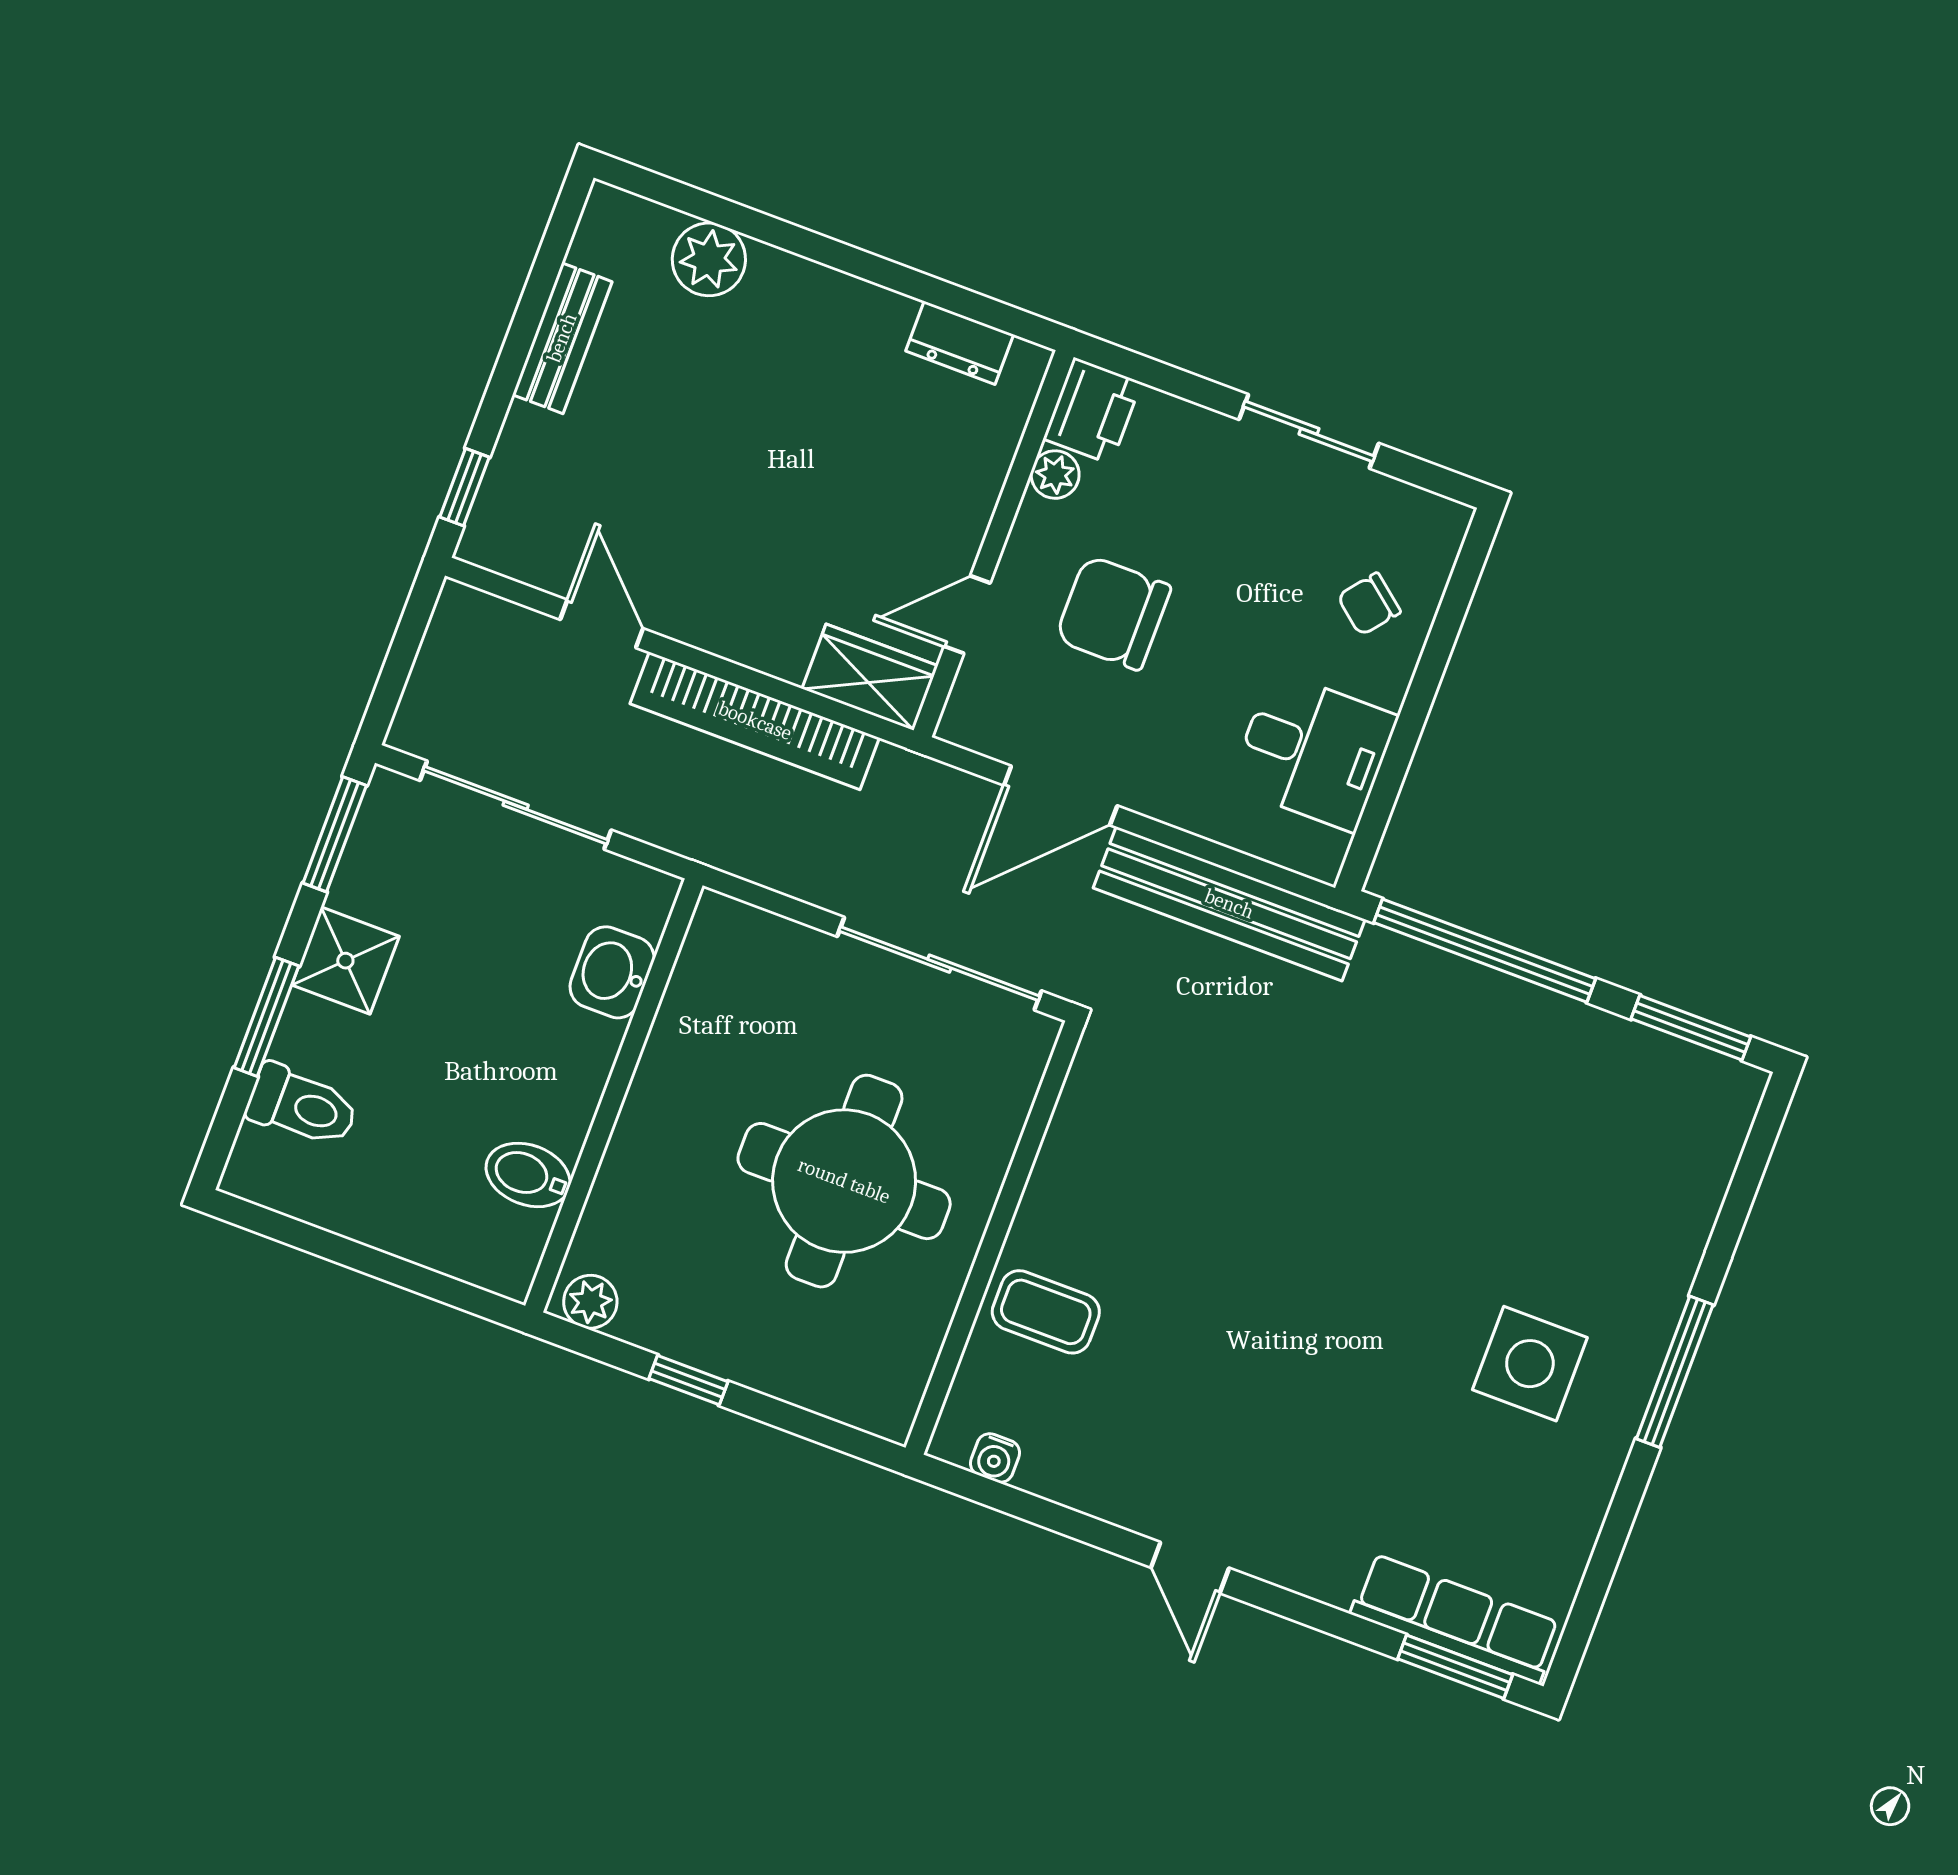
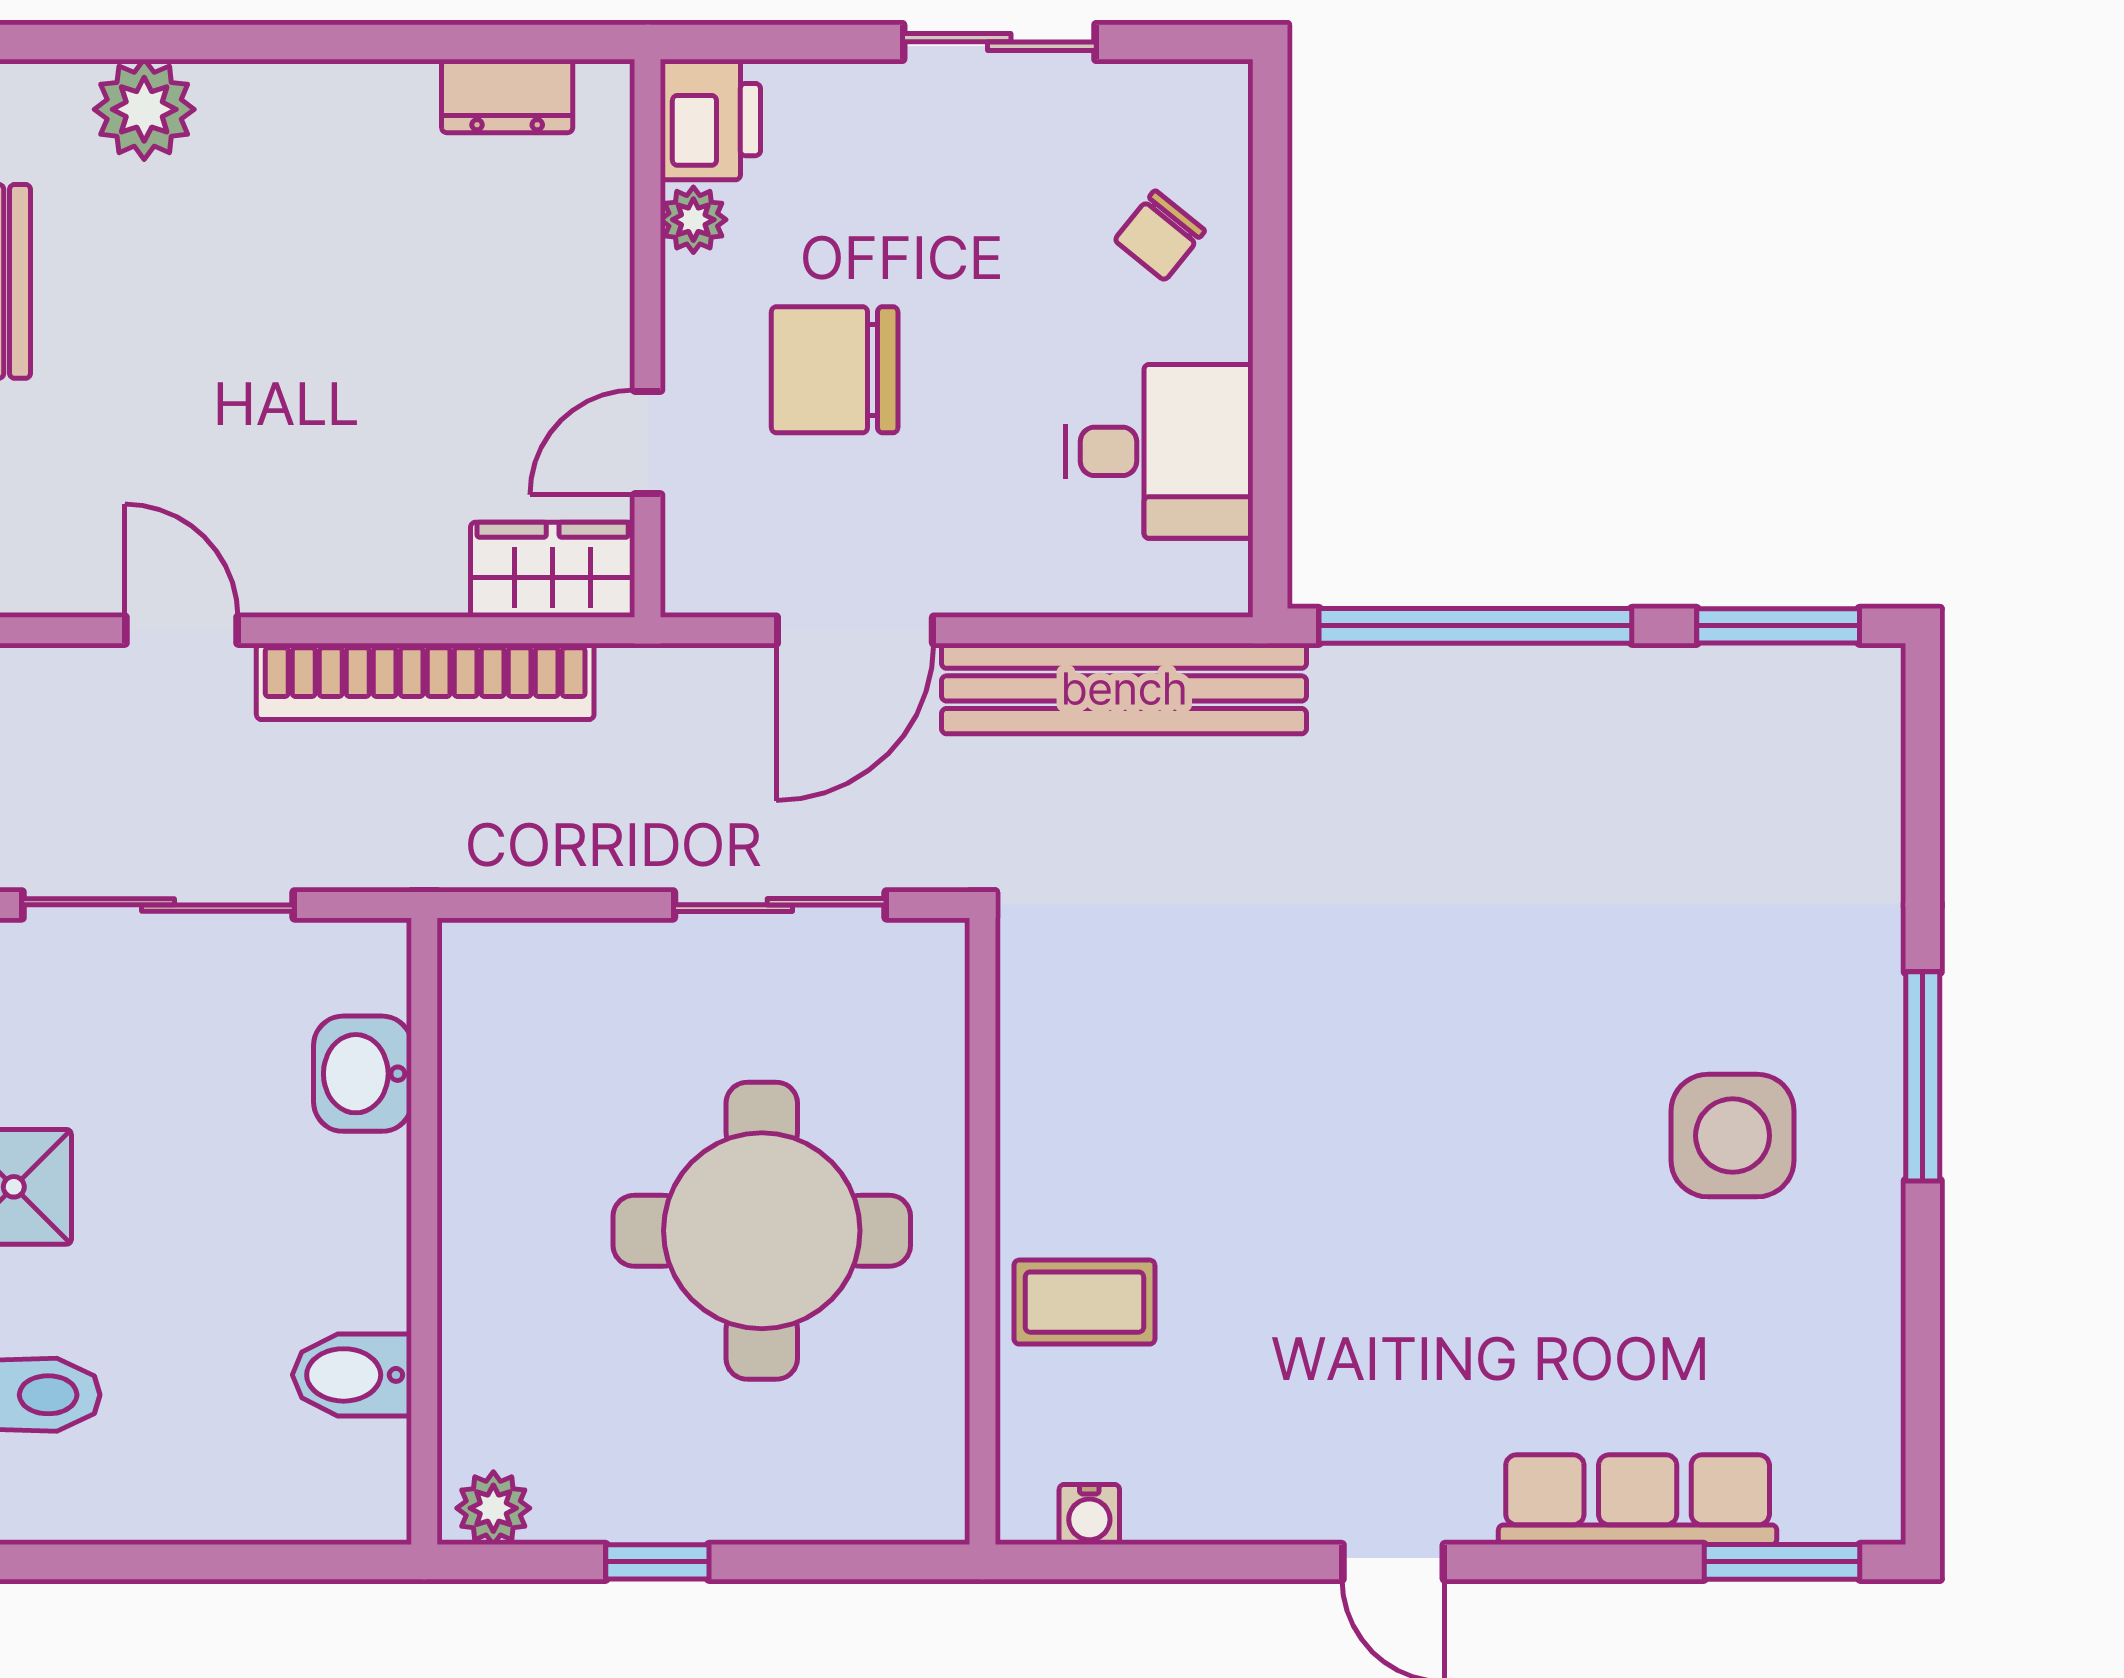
sliding door: (939, 964) -> (780, 905), width x0.73
row of seats: (1456, 1619) -> (1638, 1500), moved

